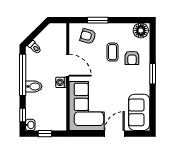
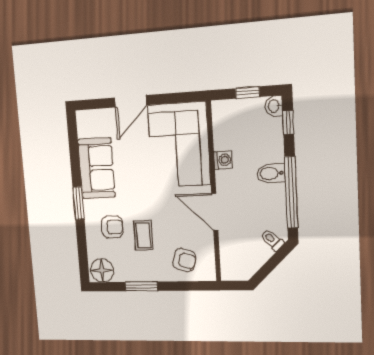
window: (98, 20) -> (141, 286), moved
armchair: (132, 58) -> (112, 227), turned 90
washing machine: (61, 82) -> (223, 160), moved
sofa: (139, 112) -> (96, 168), moved

